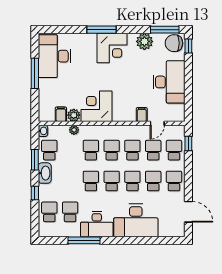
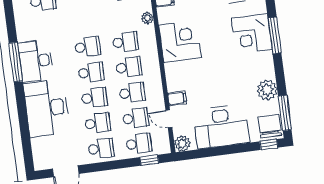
corner desk: (112, 48) -> (252, 34), moved
plant: (74, 115) -> (182, 144), moved
school desk: (70, 212) -> (46, 26), removed
window: (84, 240) -> (16, 62), moved

